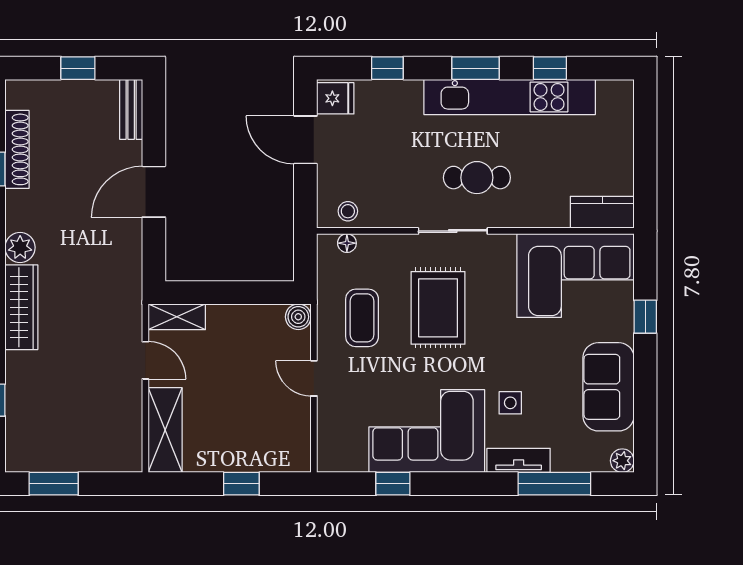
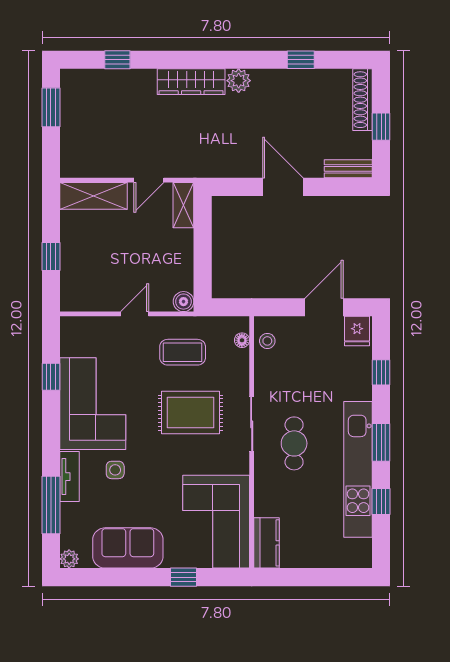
shoe rack: (17, 149) -> (363, 100), moved, turned 90

